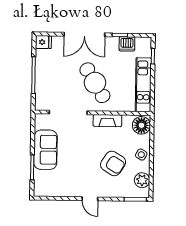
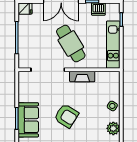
floor lamp: (141, 125) -> (112, 80), removed
sofa: (45, 150) -> (28, 120), moved
armchair: (113, 163) -> (66, 116), moved

